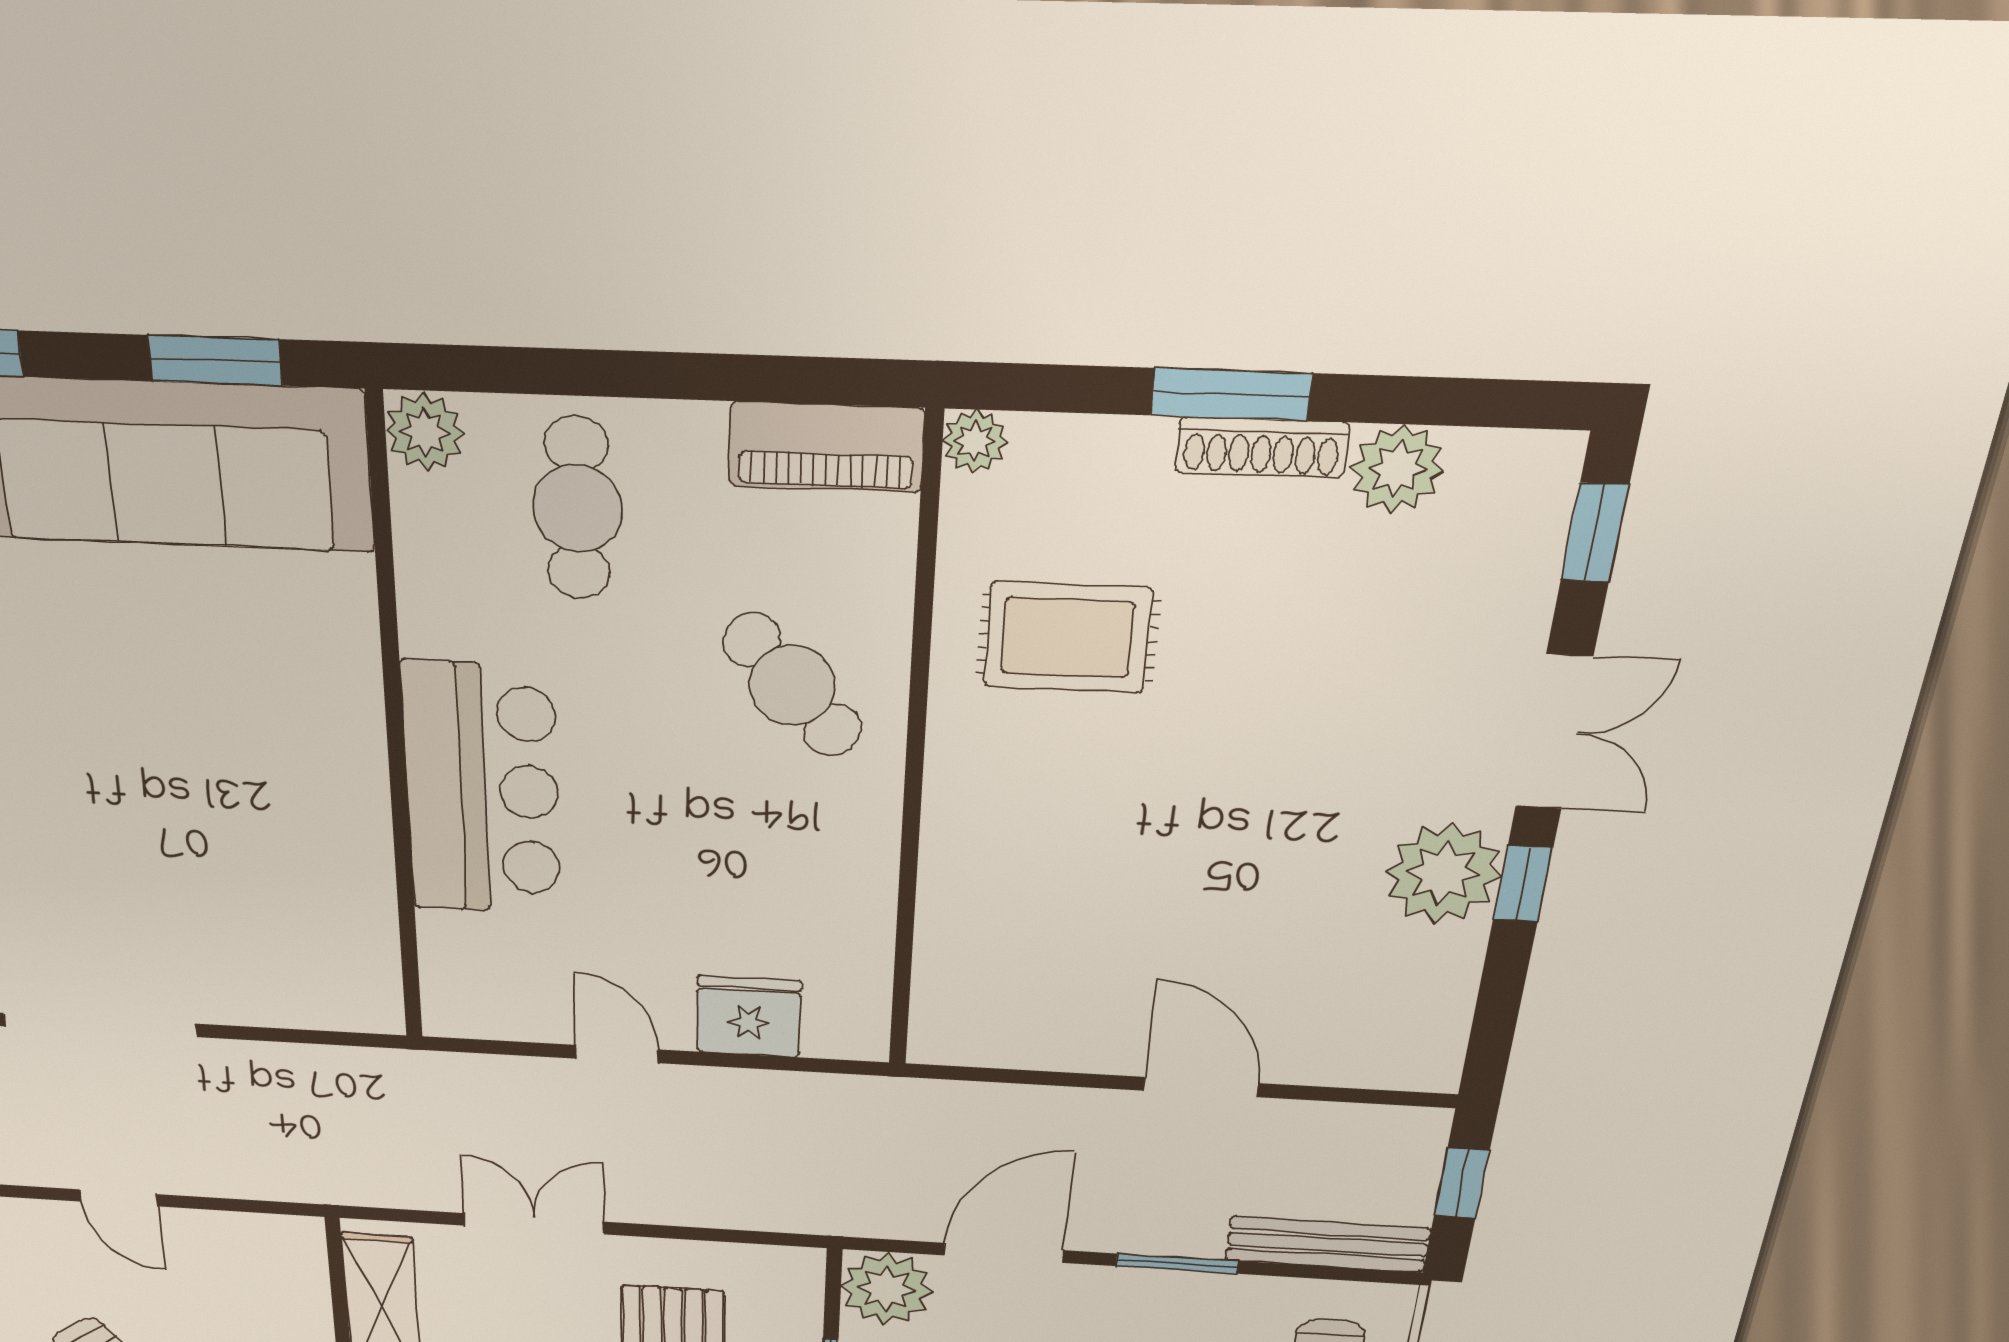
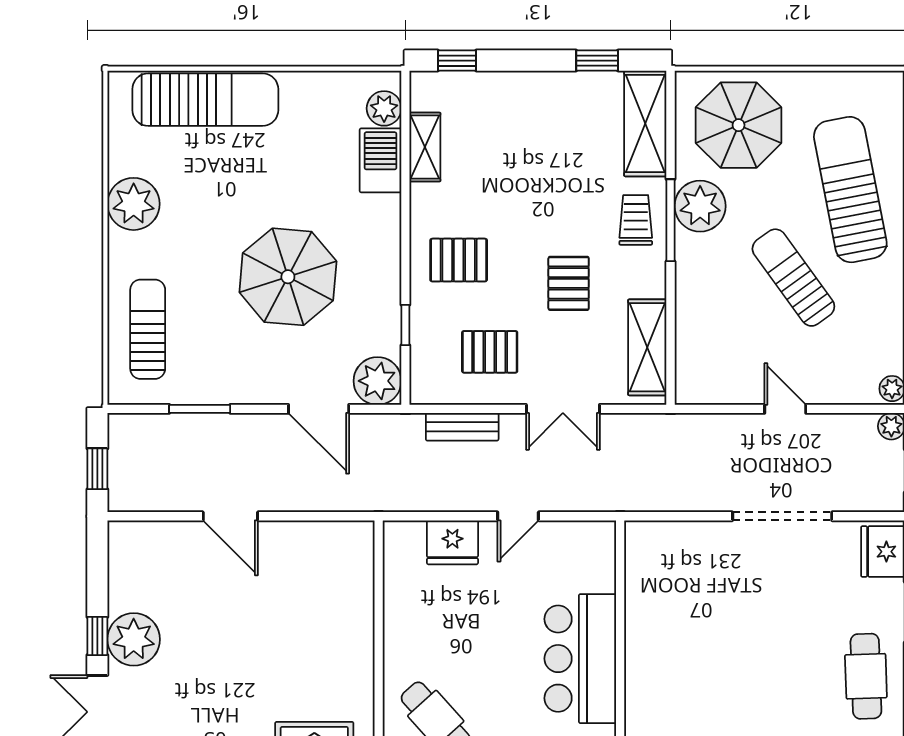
door: (617, 1054) -> (518, 516), hinge flipped
bench: (1327, 1244) -> (462, 427), moved, width x0.73
door: (1003, 1253) -> (319, 409), hinge flipped
window: (1177, 1264) -> (200, 409), moved

